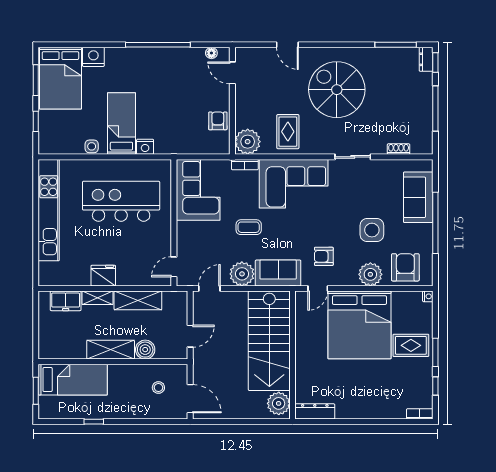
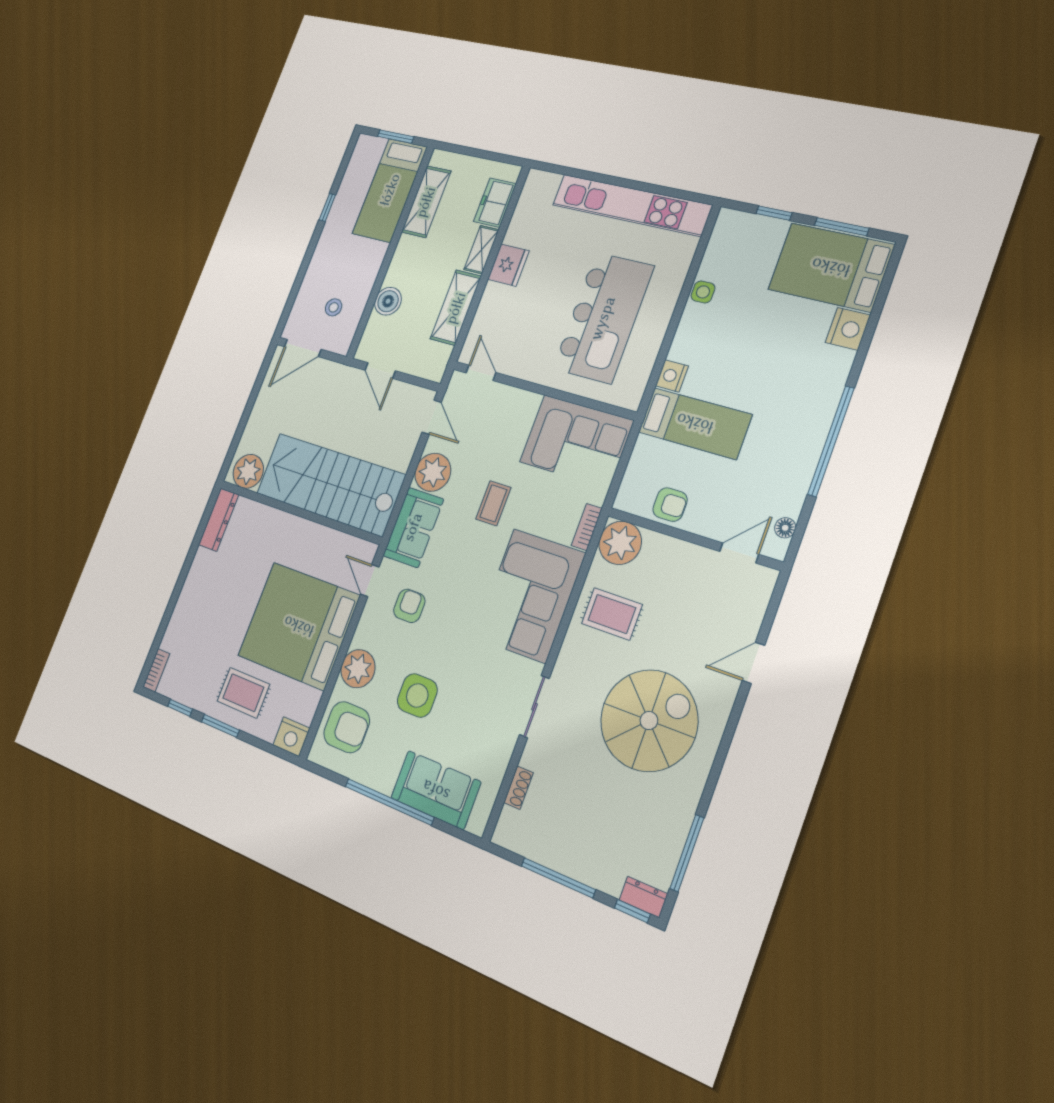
bed: (121, 123) -> (695, 423), moved
nightstand: (428, 296) -> (291, 737), width x1.89, depth x1.79
rug: (411, 345) -> (243, 693), turned 90
shelving: (111, 350) -> (426, 202), moved

